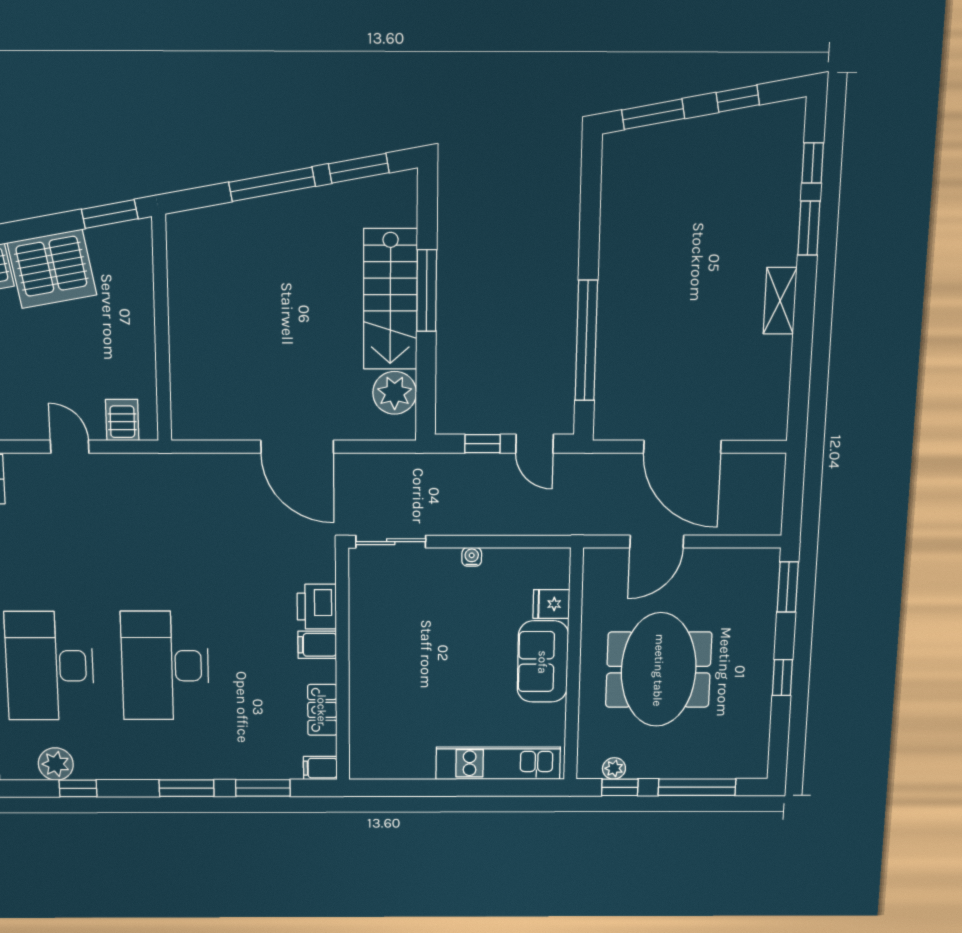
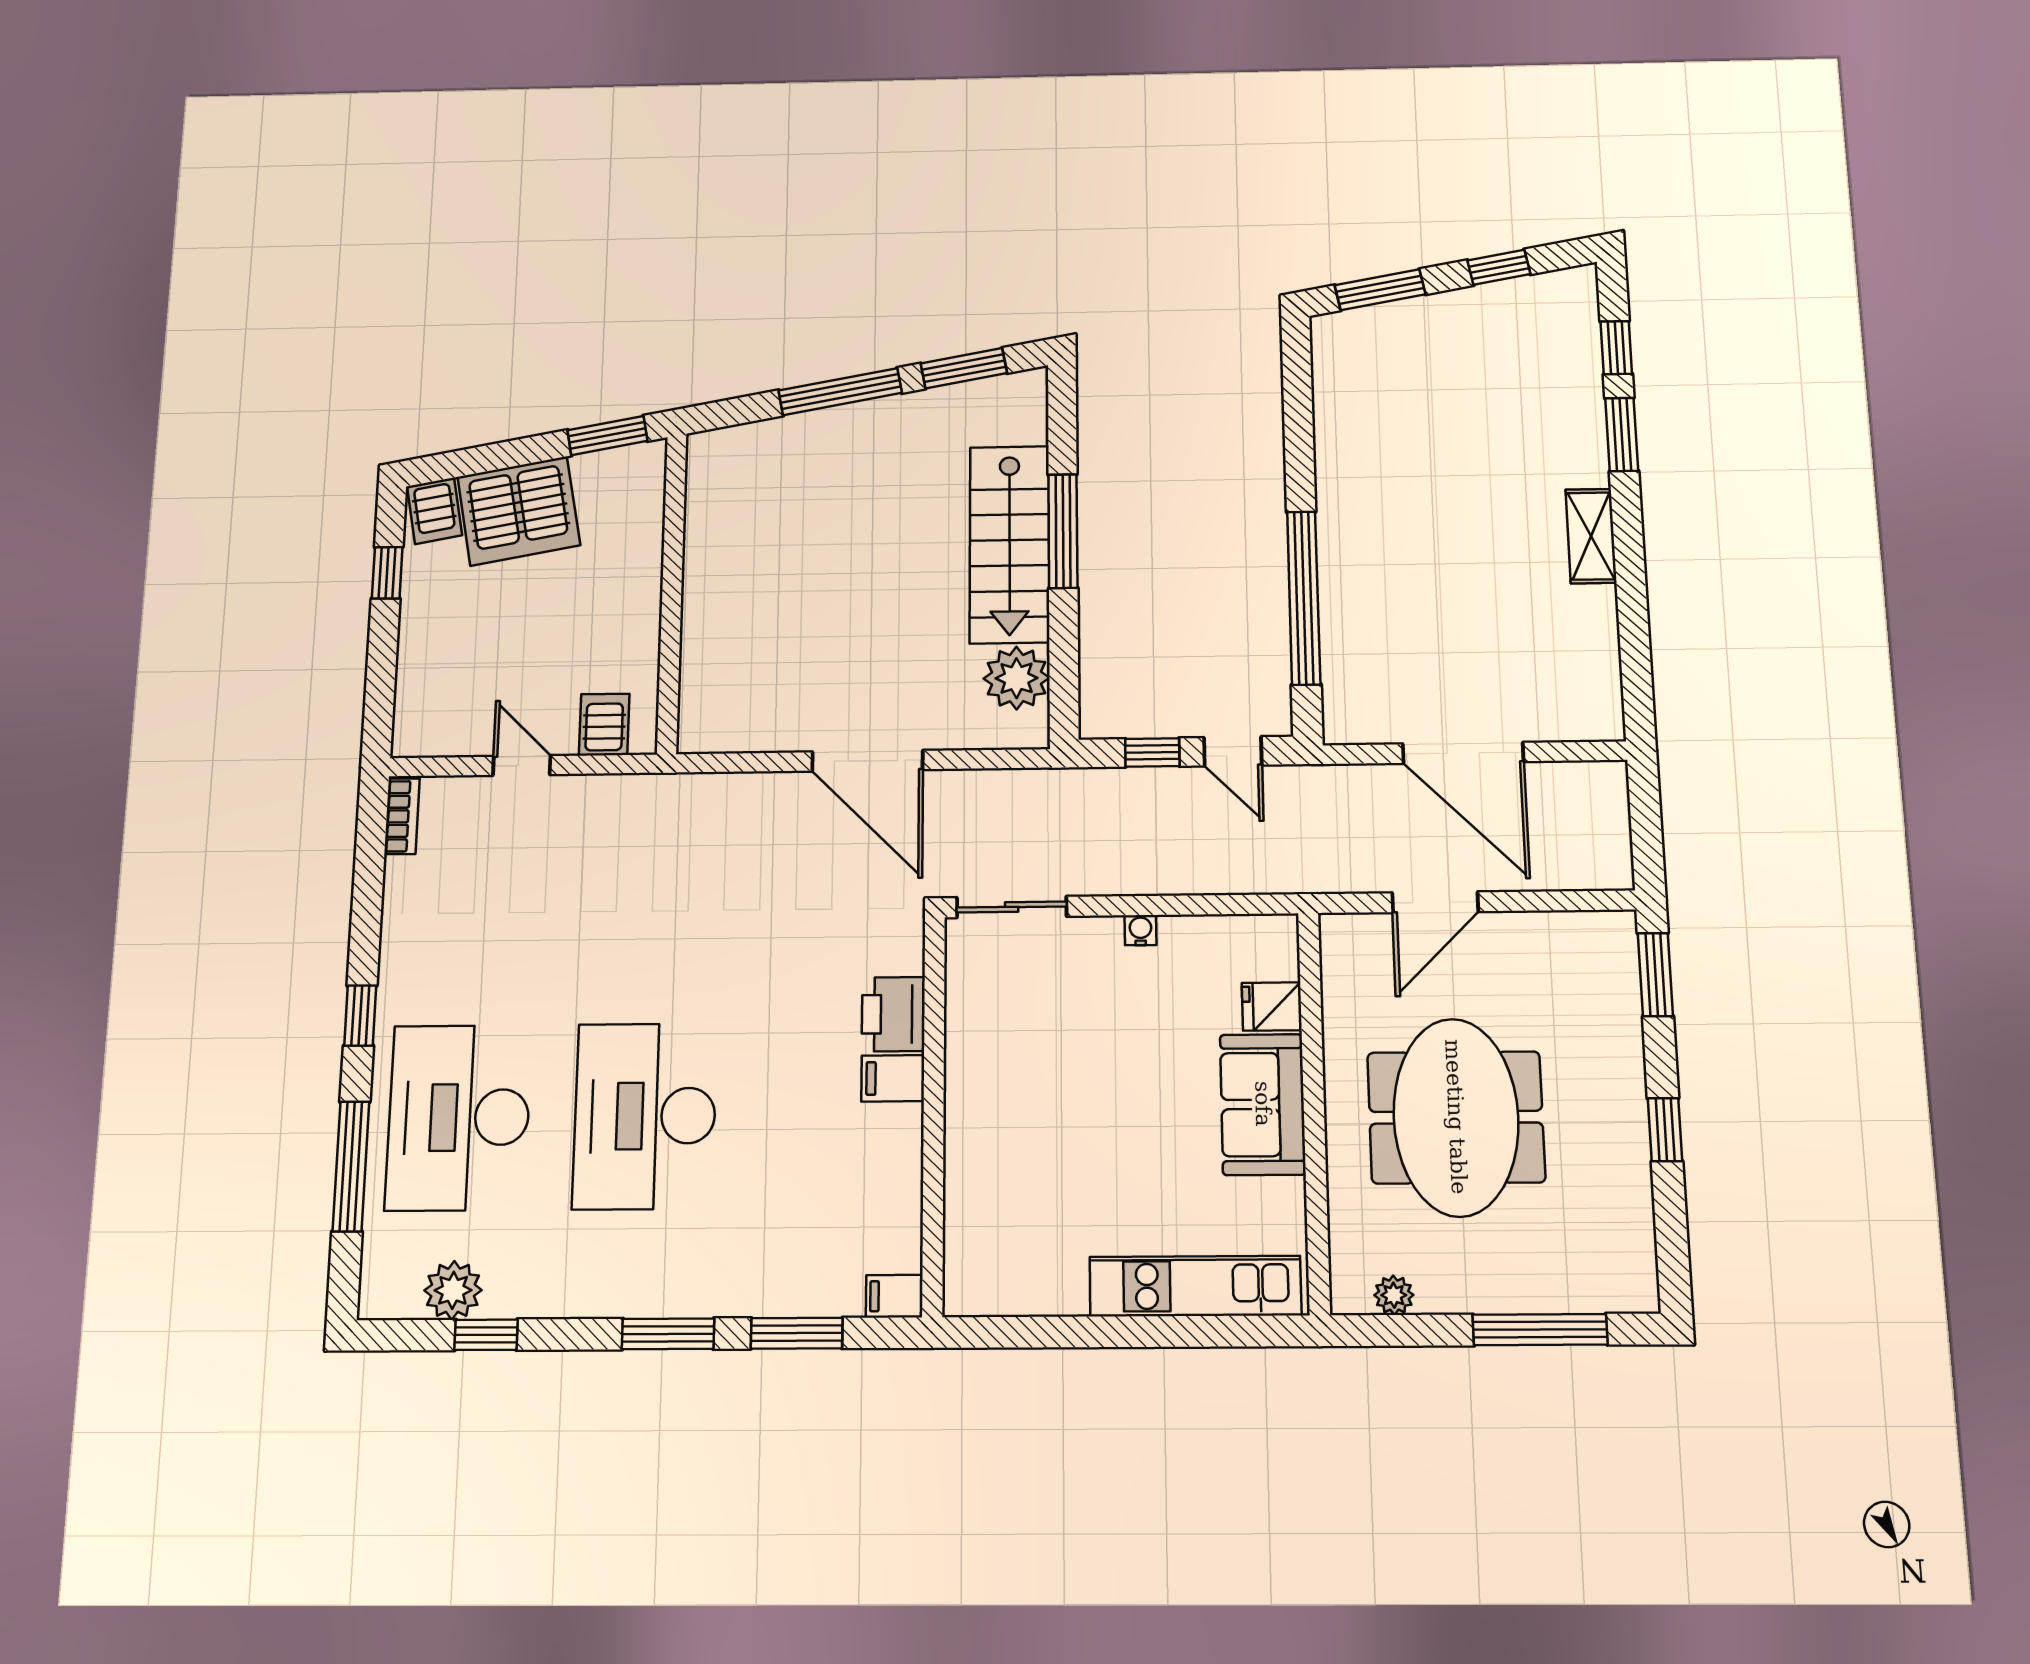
locker: (322, 710) -> (899, 1191), removed
window: (620, 787) -> (1406, 1330), removed

